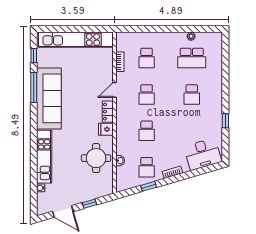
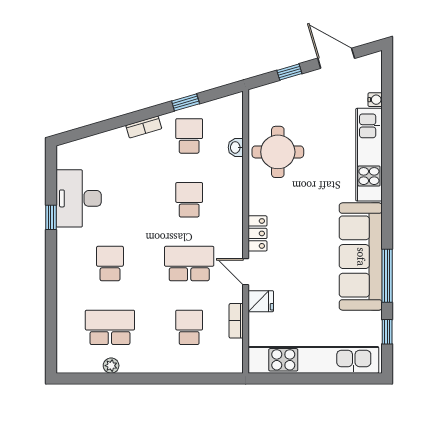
door: (114, 90) -> (246, 272), swing flipped
school desk: (147, 94) -> (189, 264), width x1.85
fridge: (106, 129) -> (261, 301), moved
desk: (203, 154) -> (79, 198), moved, turned -74

